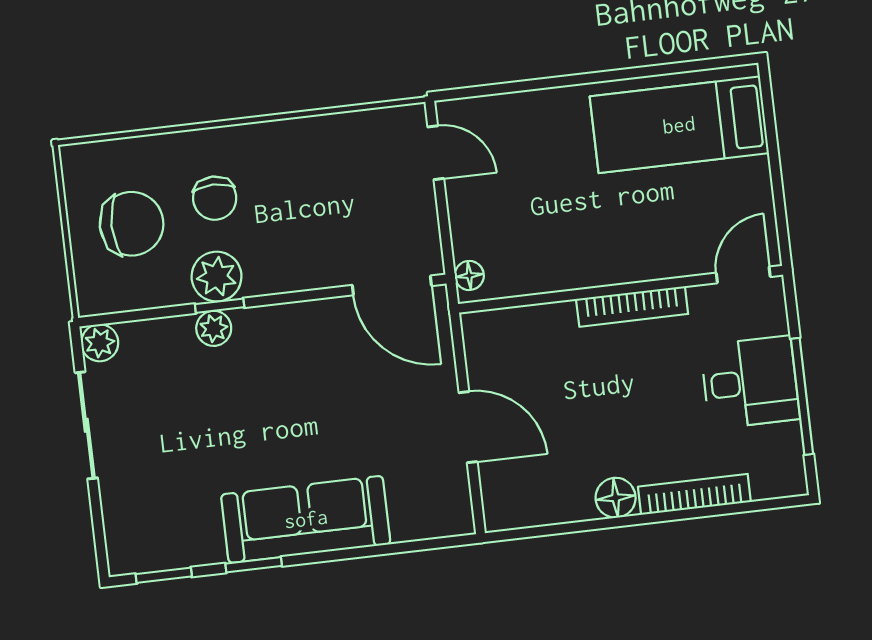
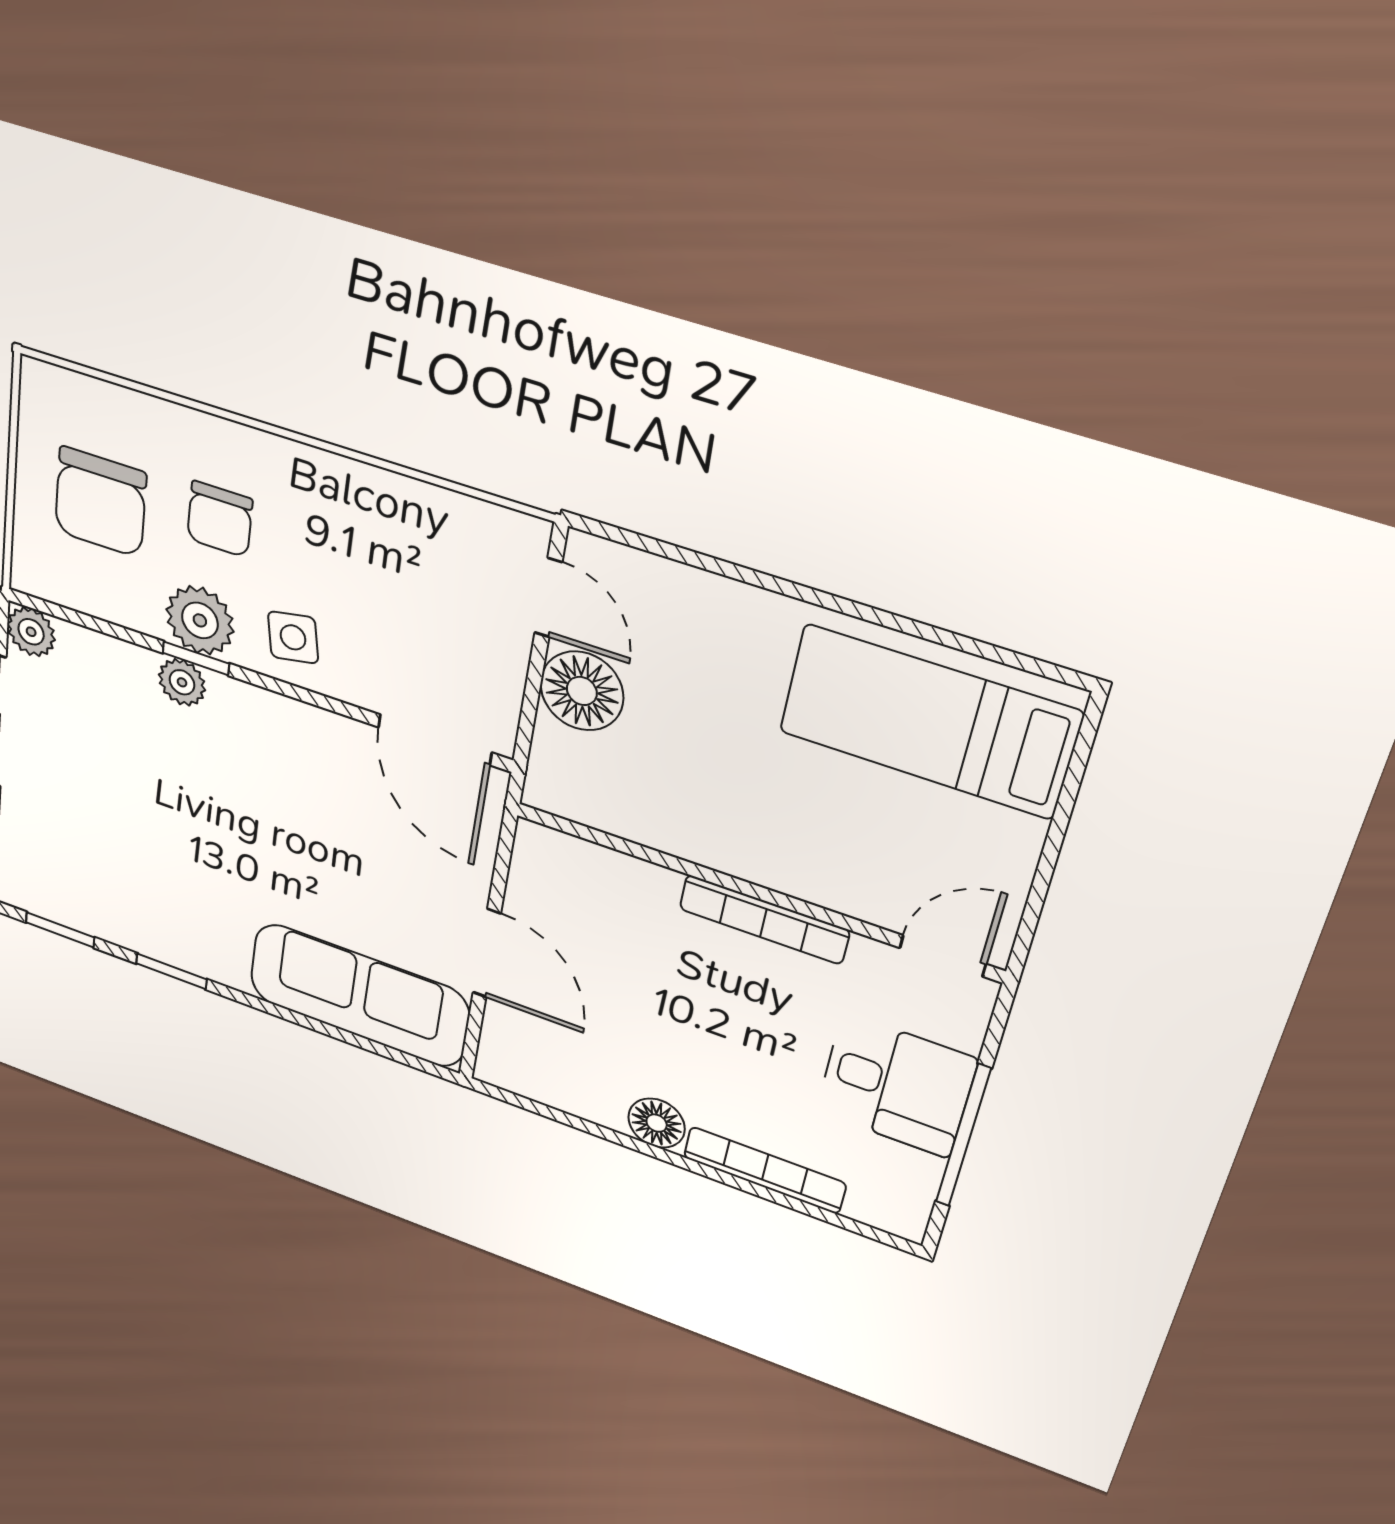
chair: (132, 224) -> (100, 502), turned 90
side table: (282, 258) -> (293, 637), added
floor lamp: (469, 275) -> (582, 691), moved, width x1.89, depth x1.89
sofa: (306, 519) -> (359, 995), moved

